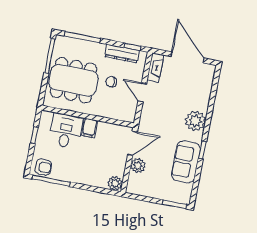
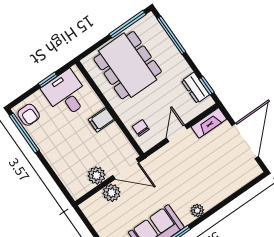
dresser: (122, 53) -> (195, 88), width x0.70
chair: (111, 82) -> (141, 128), moved
plant: (195, 121) -> (197, 210), width x0.53, depth x0.53
desk: (66, 131) -> (66, 94), moved, turned -90
plant: (115, 183) -> (97, 175), moved

